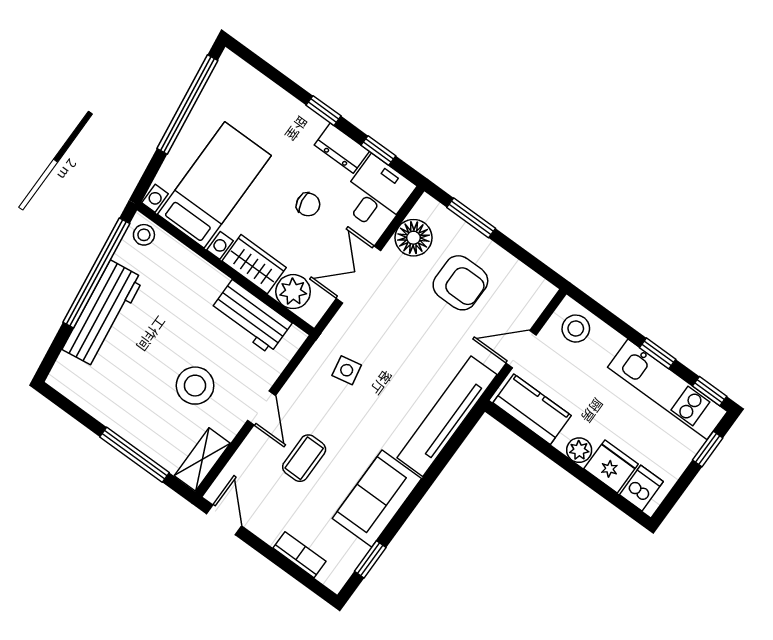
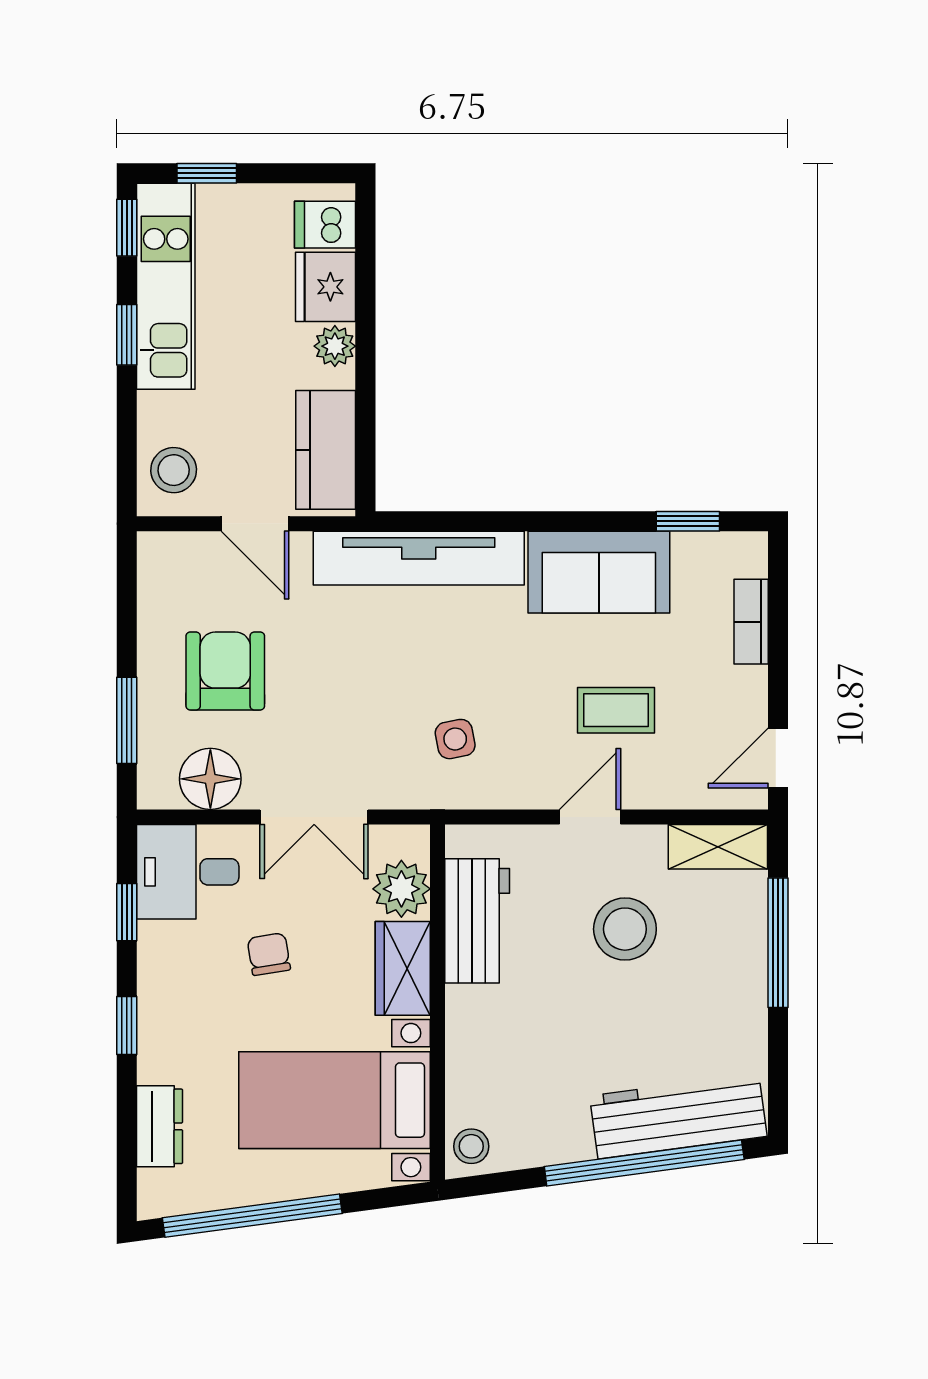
dresser: (342, 148) -> (160, 1126), moved
window: (96, 273) -> (644, 1163), moved
workbench: (103, 314) -> (678, 1116), moved

